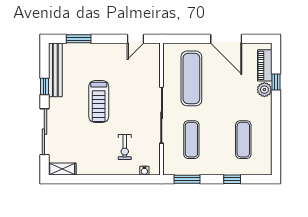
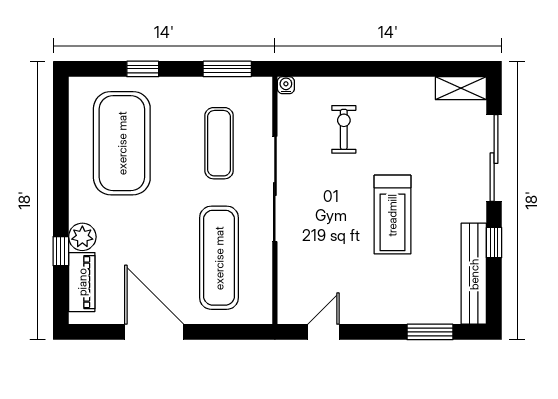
treadmill: (99, 102) -> (392, 215), turned 180
exercise mat: (243, 140) -> (122, 143), width x2.00, depth x1.45
water cooler: (144, 171) -> (286, 85), moved

